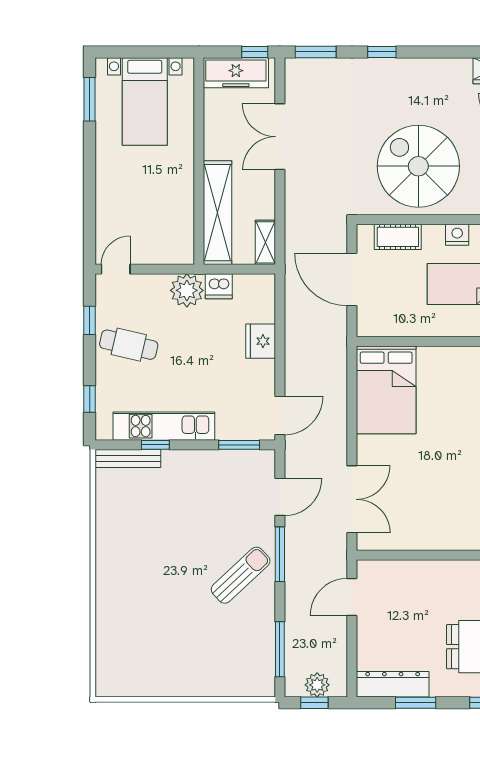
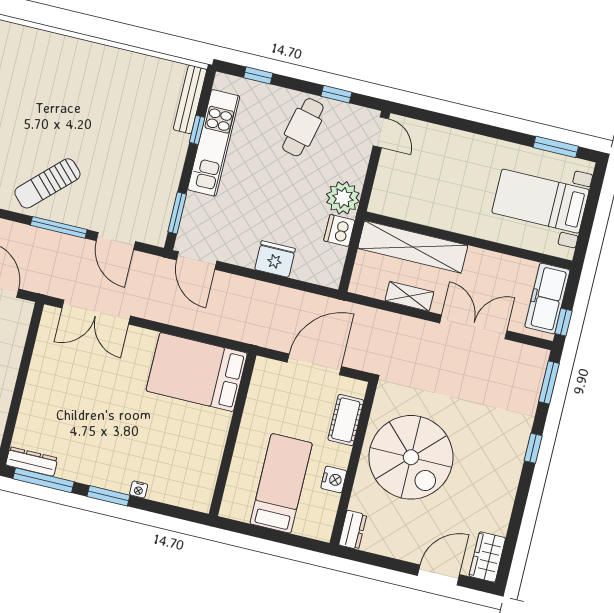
spiral stairs: (418, 166) -> (411, 457), turned 90
shelving: (265, 242) -> (409, 296), moved
sun lounger: (241, 575) -> (47, 183), turned 89

